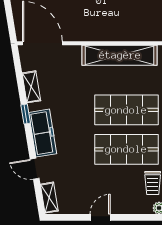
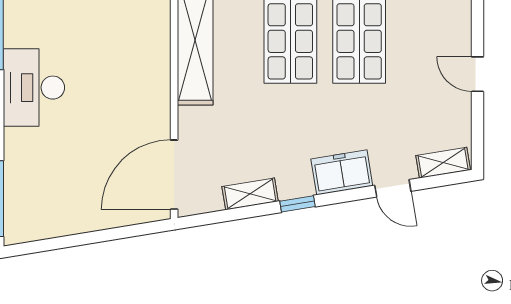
freezer: (43, 133) -> (342, 172), width x0.71
door: (35, 169) -> (393, 188), hinge flipped

